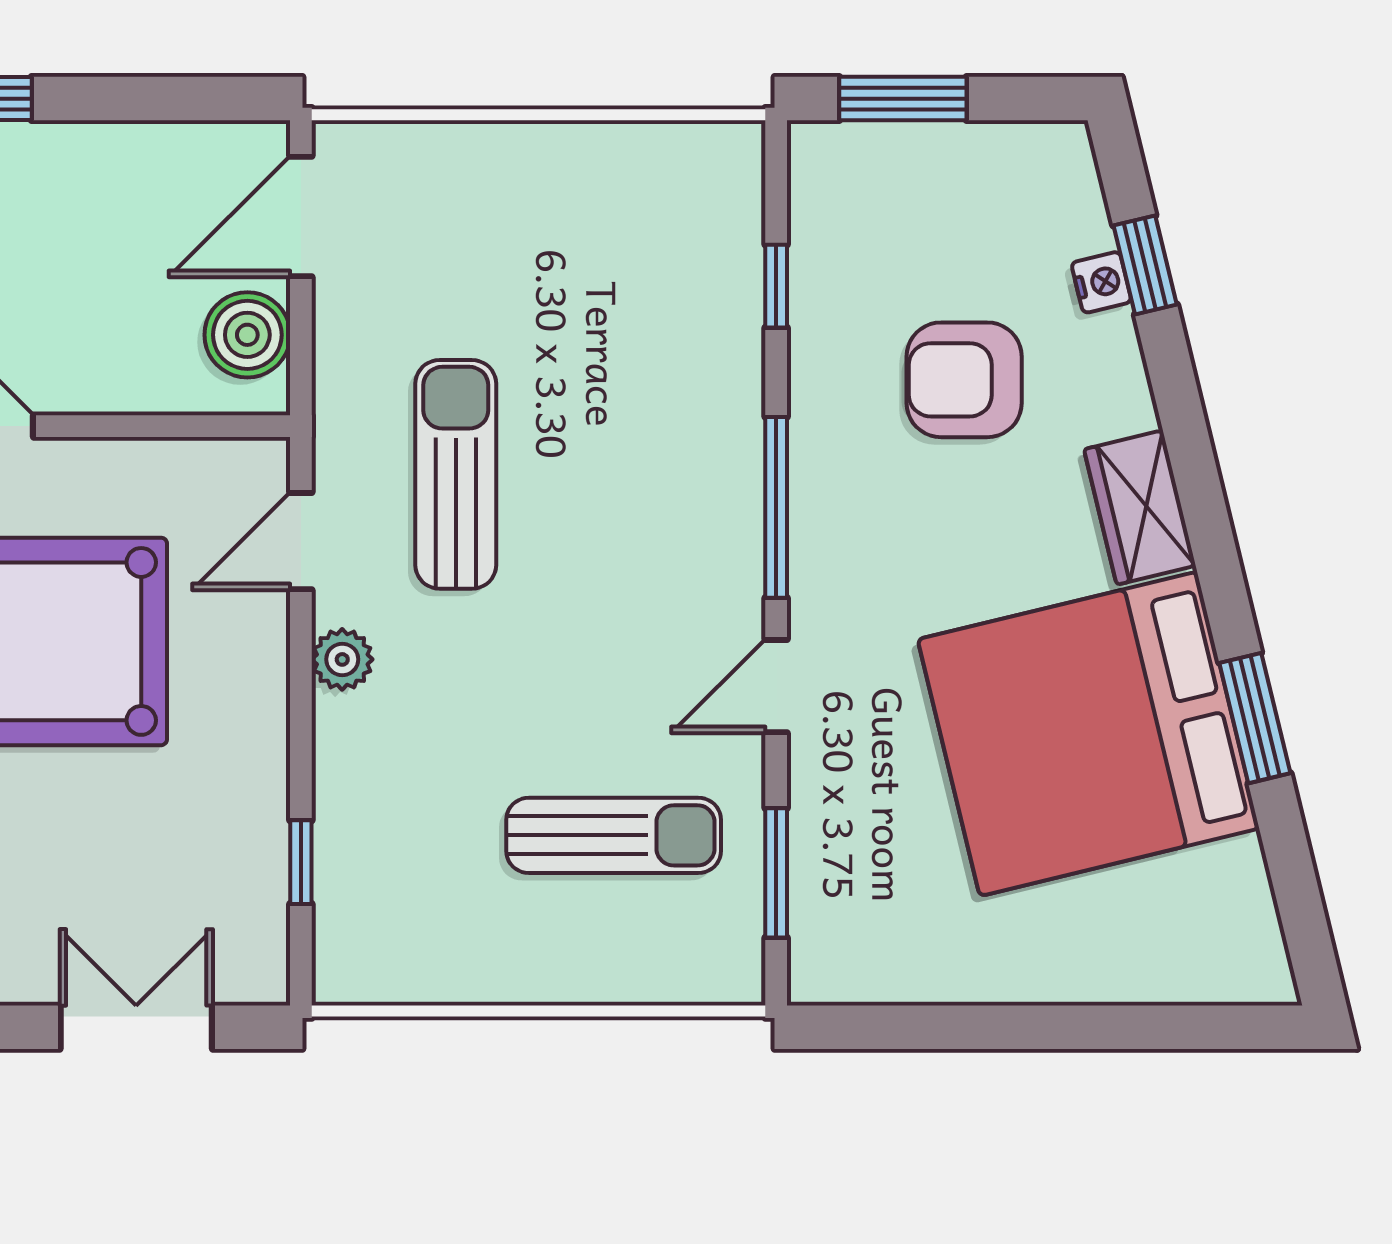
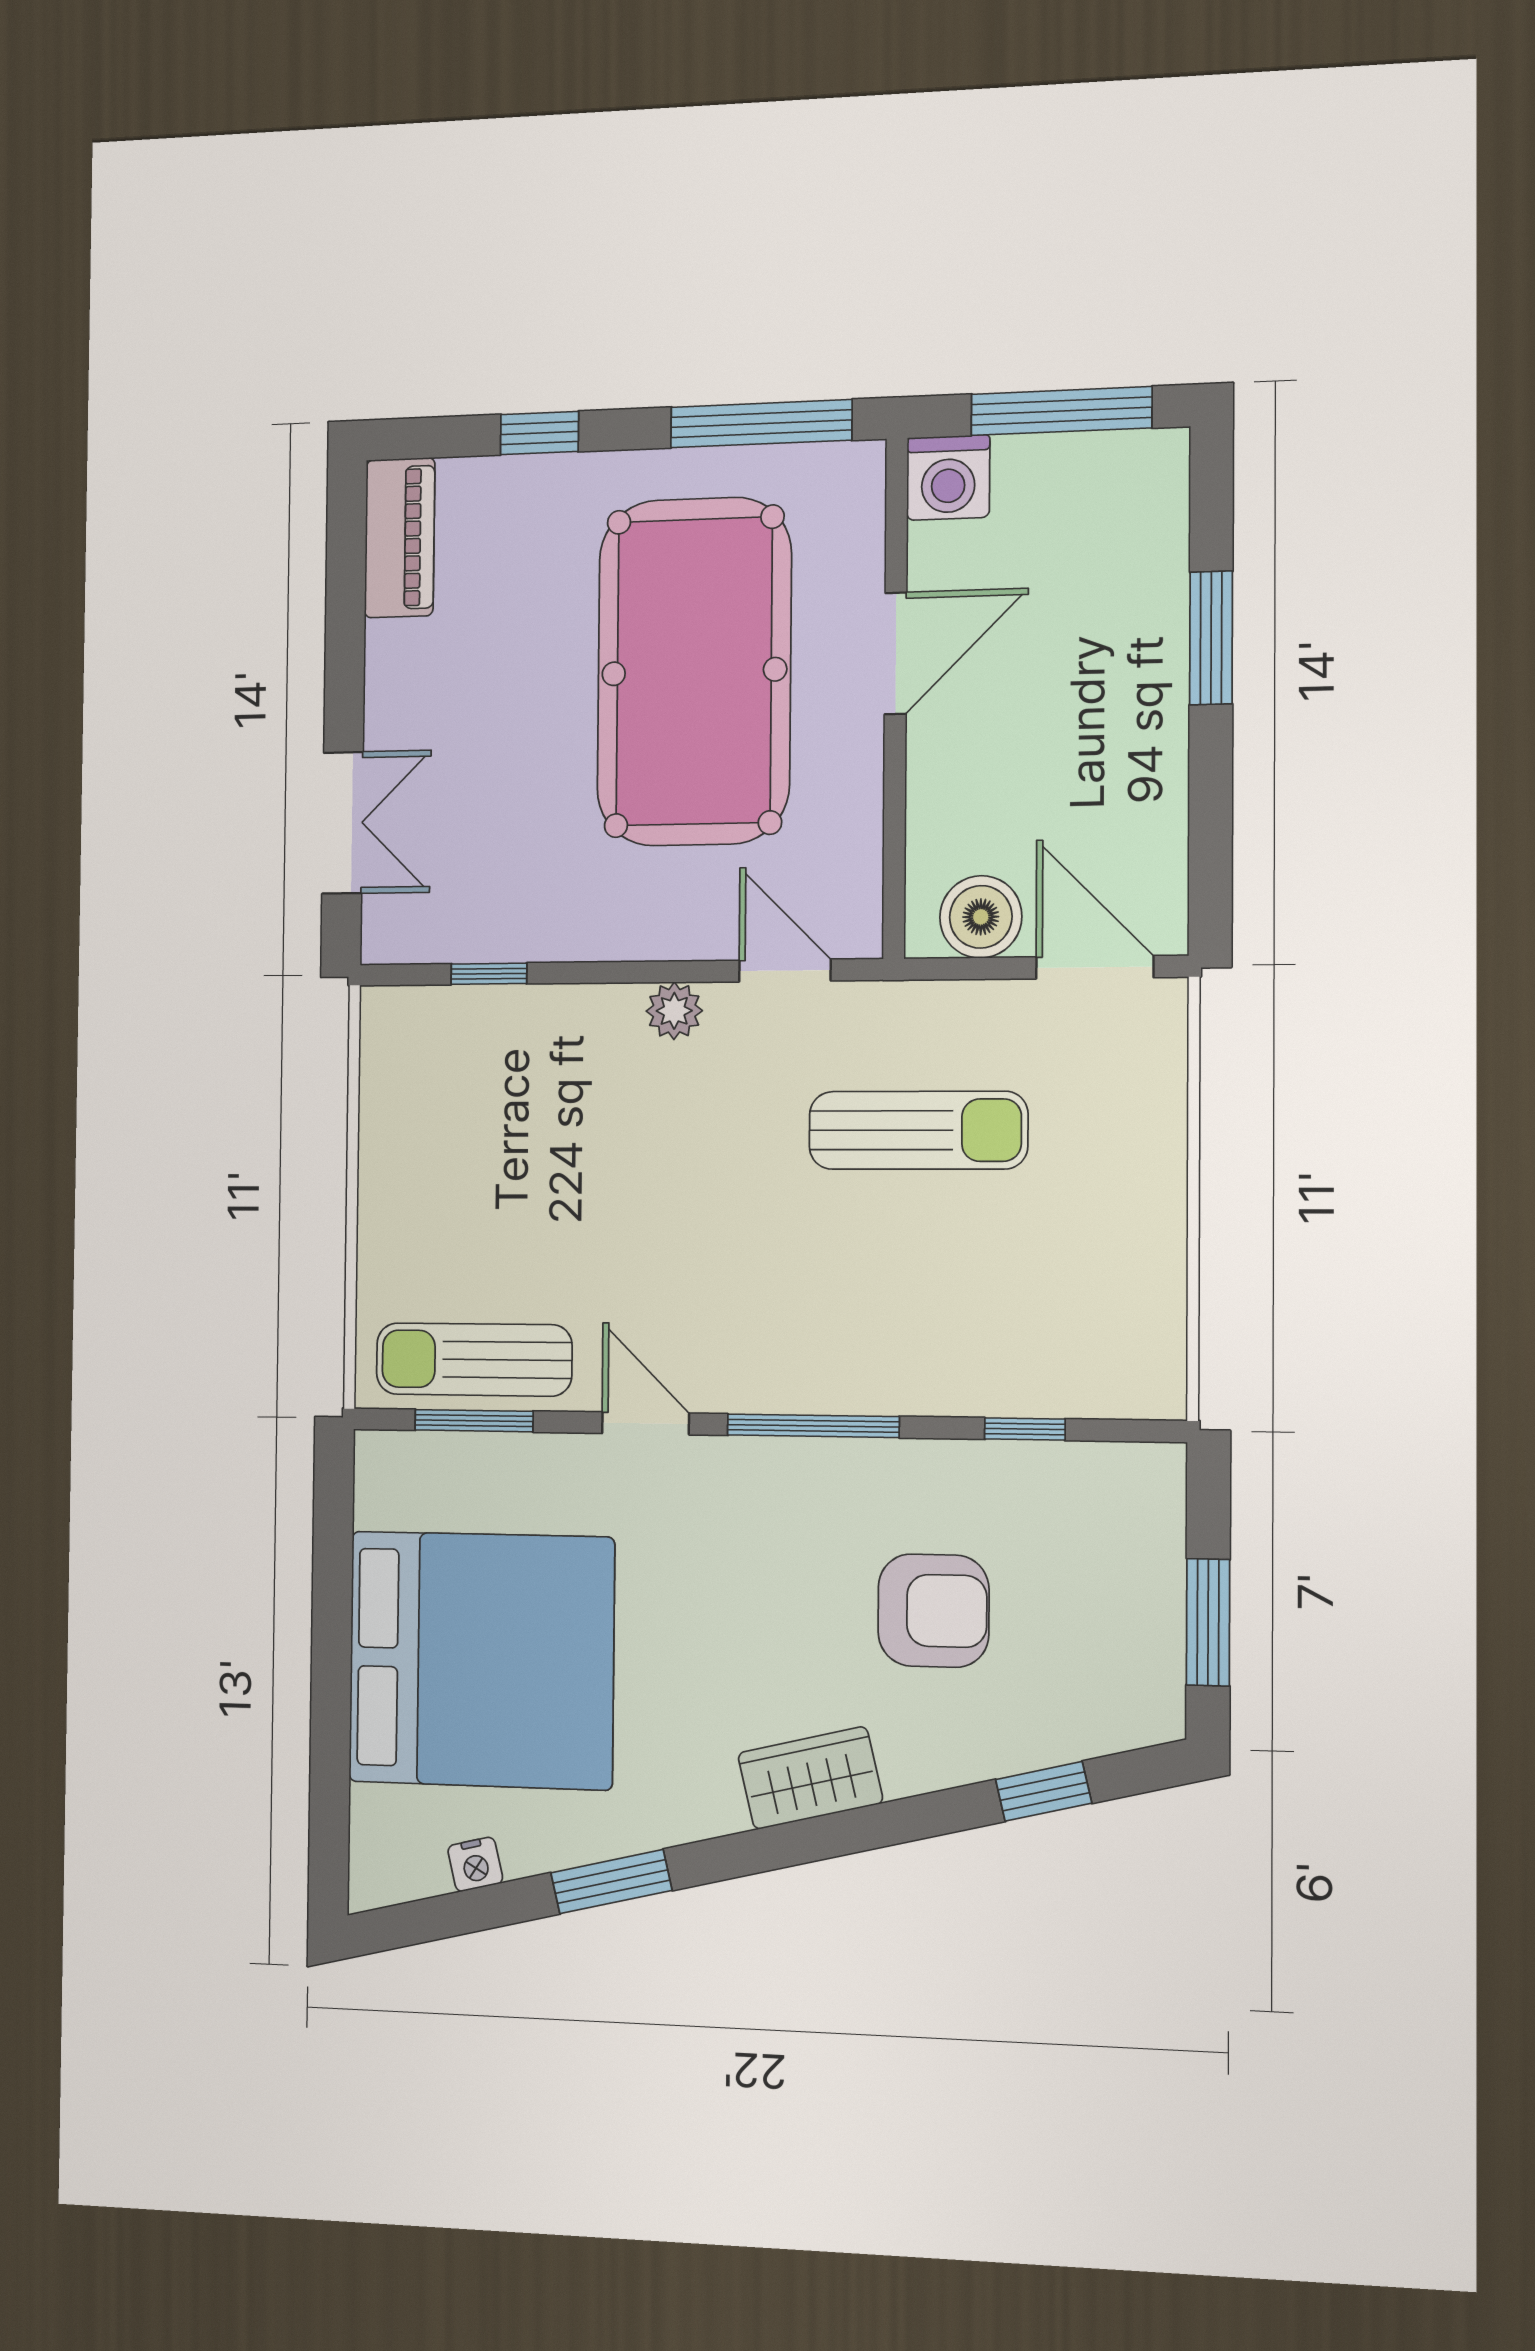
window: (903, 99) -> (1208, 1622), moved
nightstand: (1101, 282) -> (475, 1864), moved
armchair: (964, 380) -> (933, 1611), turned 90
sun lounger: (456, 474) -> (918, 1130), moved
bed: (1088, 734) -> (481, 1660), moved, turned 104
sun lounger: (614, 835) -> (474, 1359), moved, turned 90

